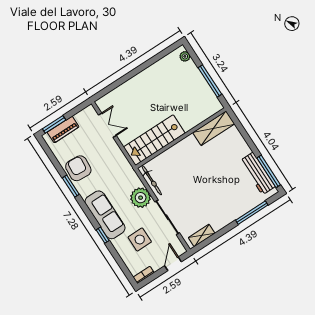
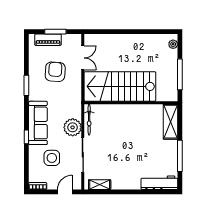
window: (54, 124) -> (55, 32), moved
shelving: (214, 128) -> (171, 122), moved, turned 90
stairs: (154, 140) -> (120, 86), width x1.36, depth x1.51
armchair: (78, 168) -> (55, 72), moved
window: (269, 171) -> (180, 156), moved
workbench: (258, 173) -> (159, 183), moved, turned 90
window: (252, 213) -> (148, 192), removed

